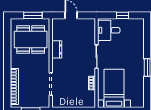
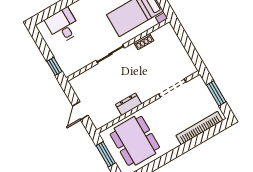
window: (123, 15) -> (54, 66), moved
desk: (109, 30) -> (63, 26), moved, turned 180

